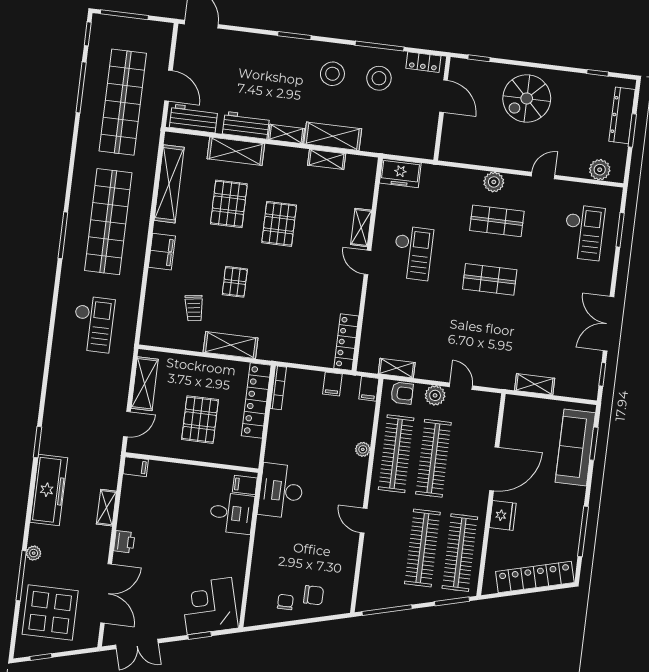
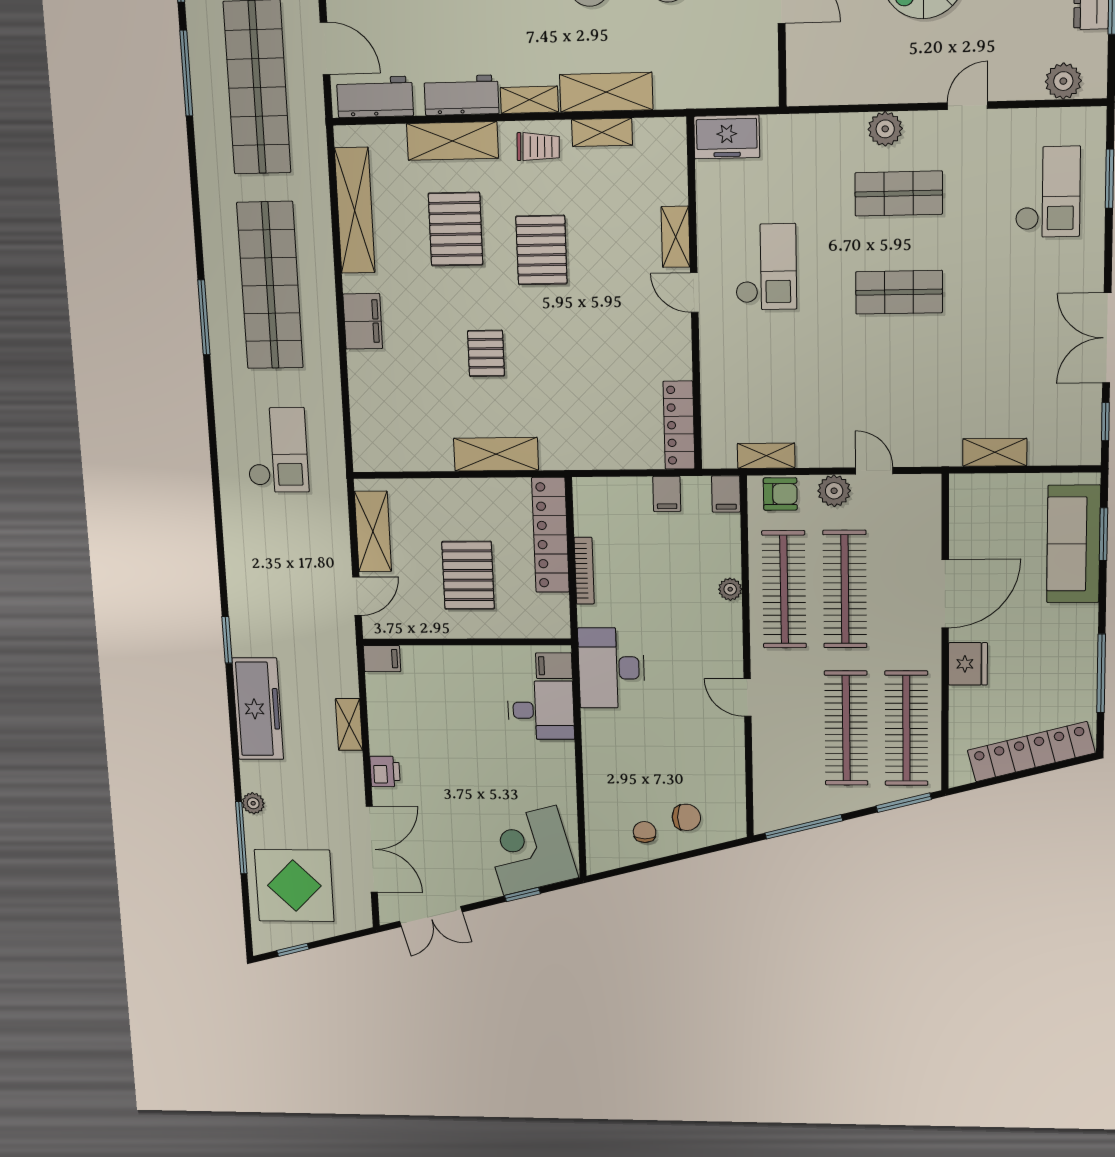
trolley: (194, 308) -> (538, 147), moved, turned -79
bookcase: (278, 388) -> (584, 571), moved

